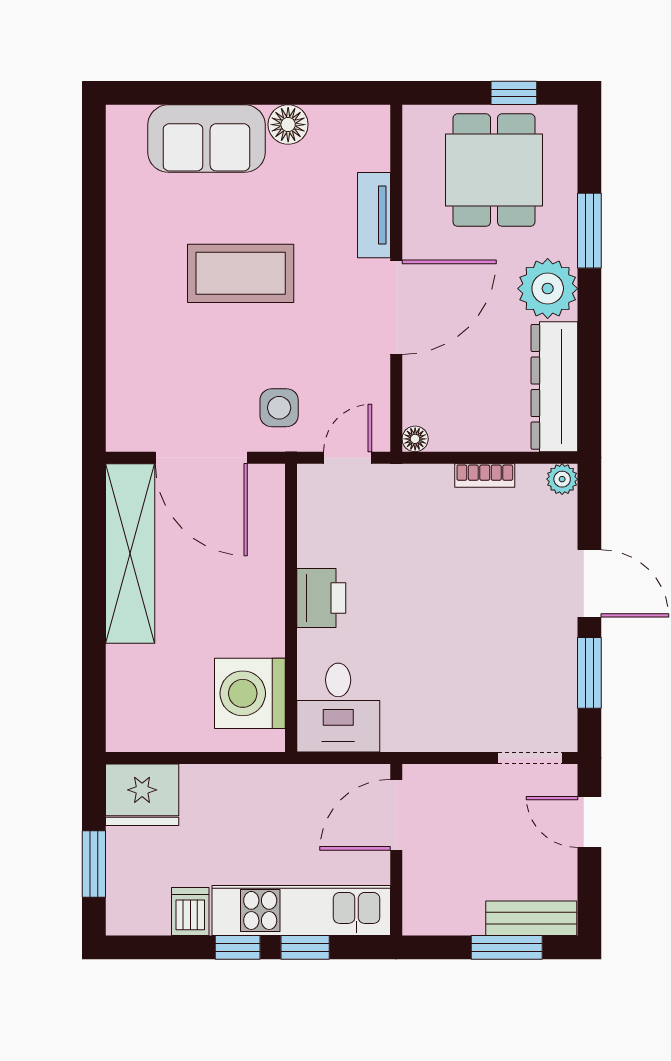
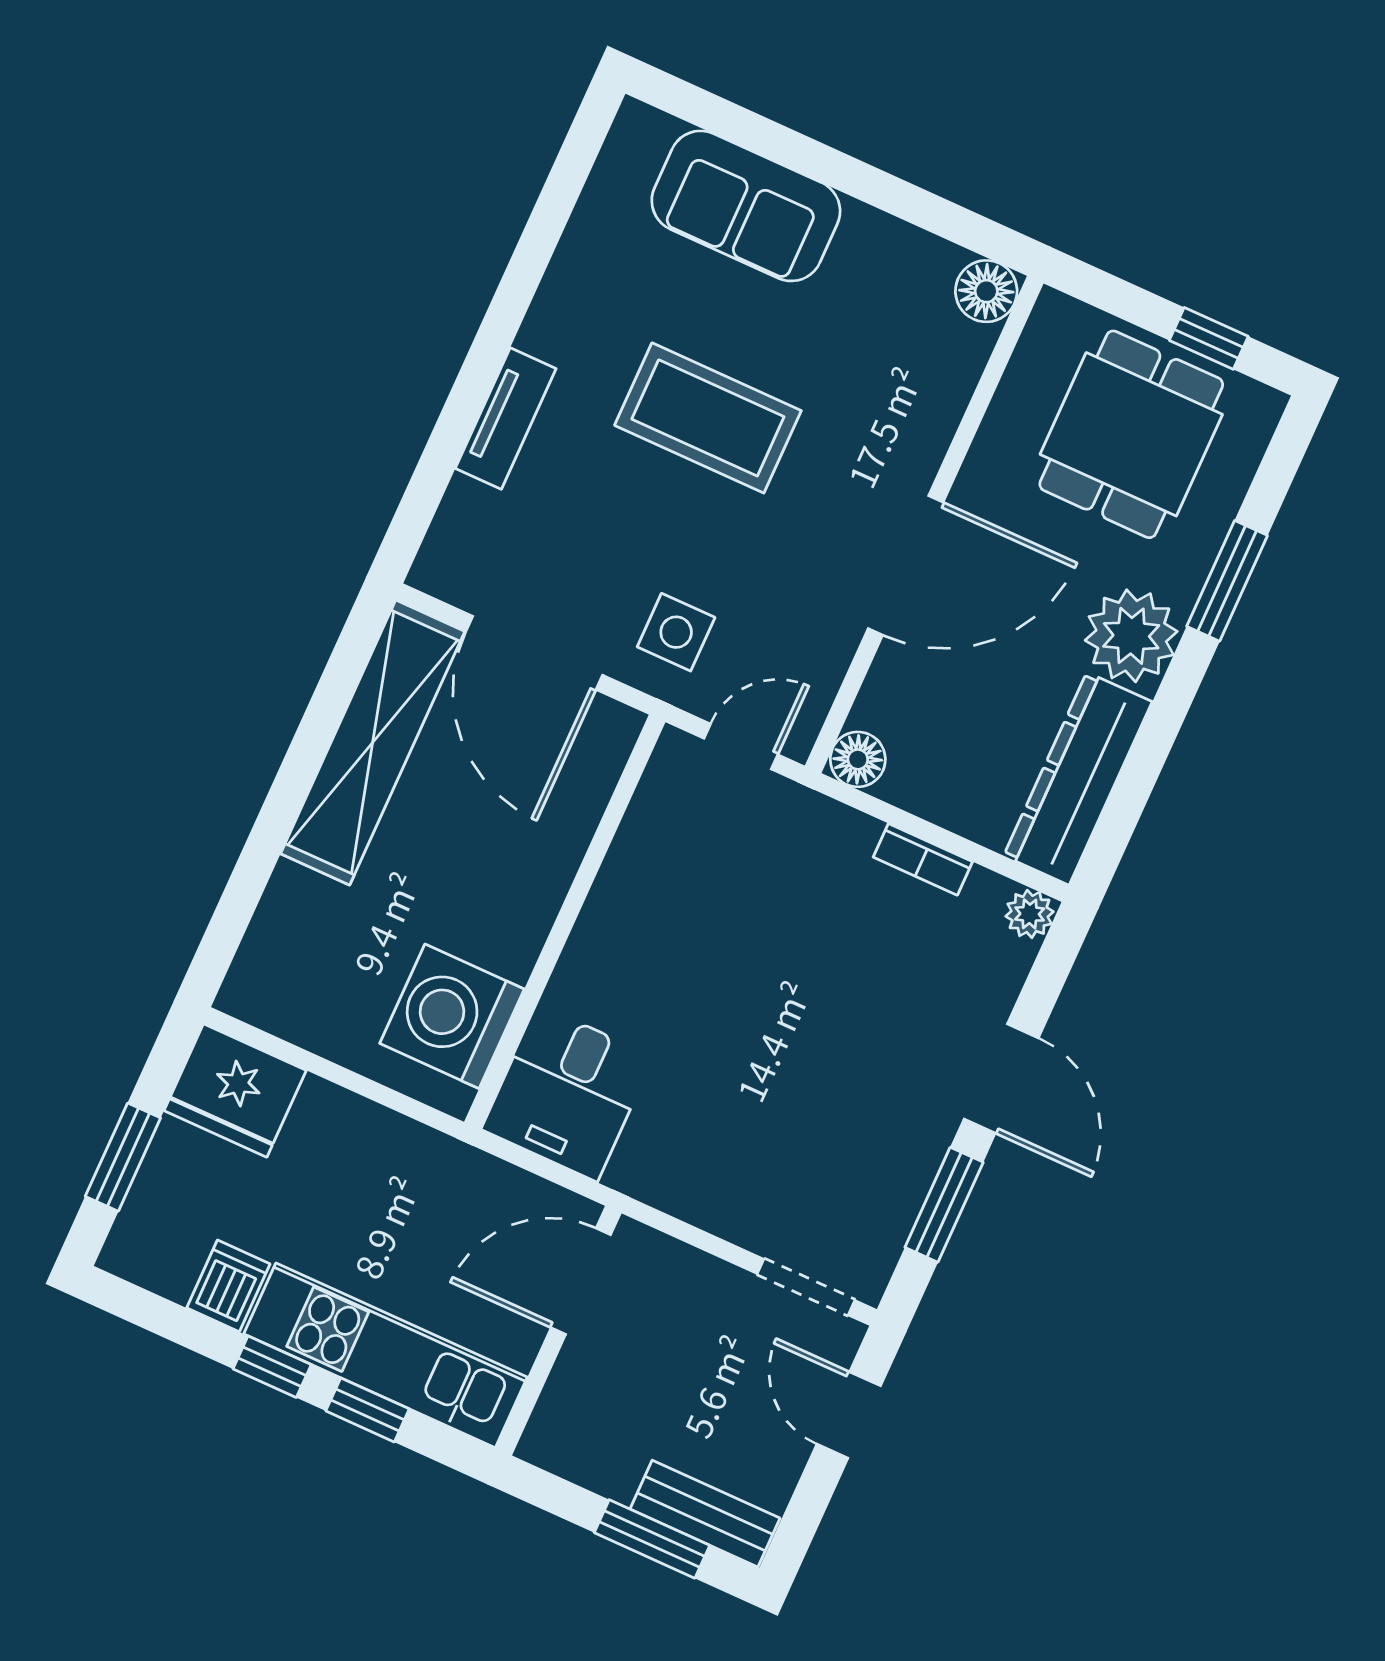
floor lamp: (288, 125) -> (986, 291), moved
tv unit: (374, 215) -> (506, 419), moved, turned 180
floor lamp: (415, 439) -> (858, 759), width x1.37, depth x1.37
printer: (321, 598) -> (614, 928), removed

